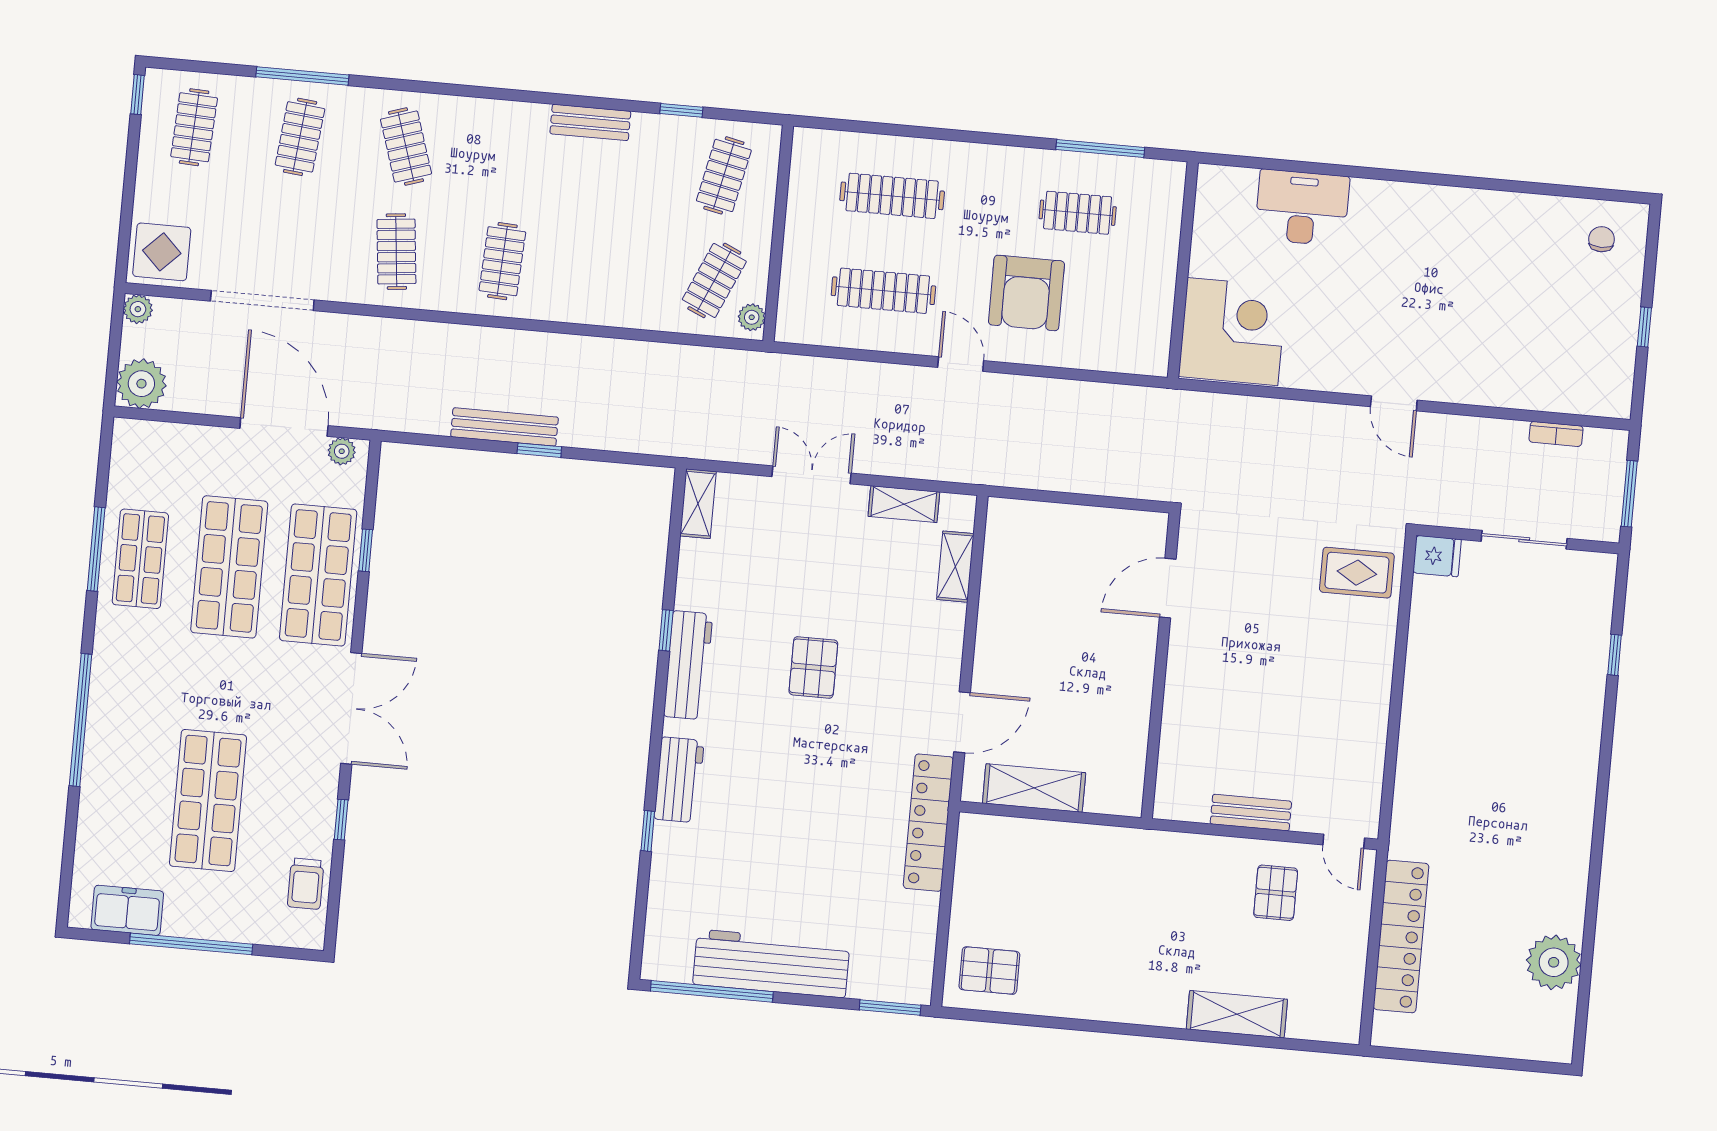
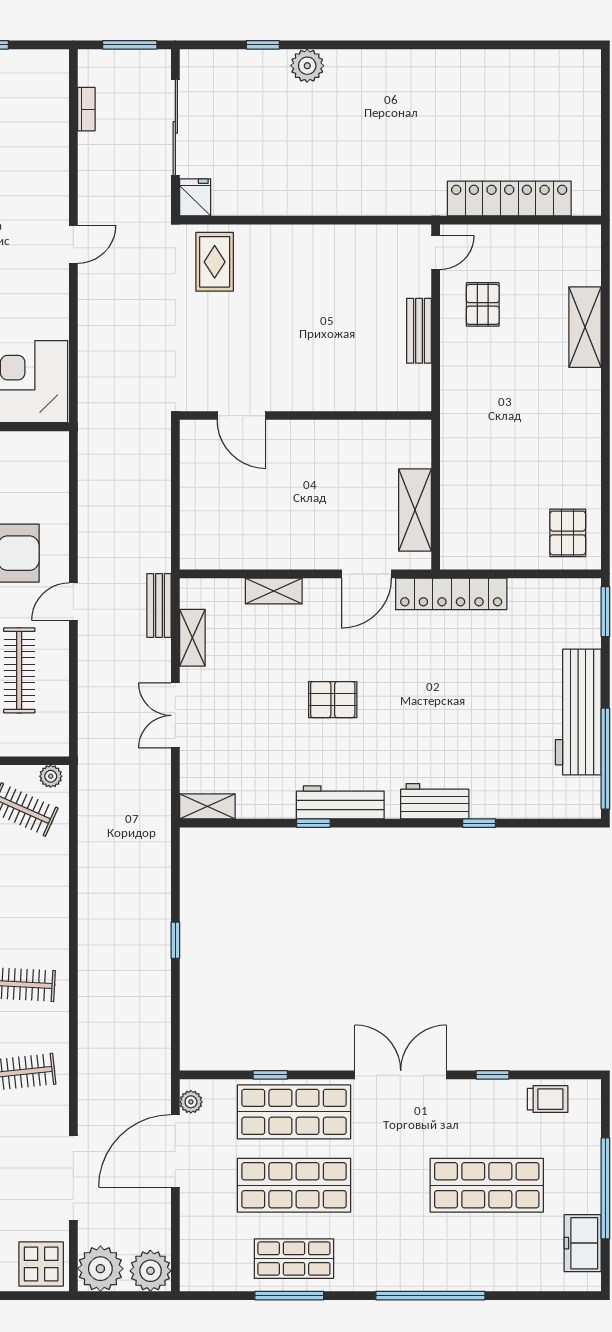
plant: (138, 309) -> (100, 1269), width x1.87, depth x1.87
bench: (504, 427) -> (159, 605), moved, width x0.73
sliding door: (1524, 540) -> (175, 127), width x1.37
shelving: (955, 567) -> (274, 591), moved
door: (962, 722) -> (367, 574), swing flipped
pallet: (1276, 893) -> (483, 304), turned 90
plant: (1554, 962) -> (307, 66), moved, width x0.73, depth x0.73

